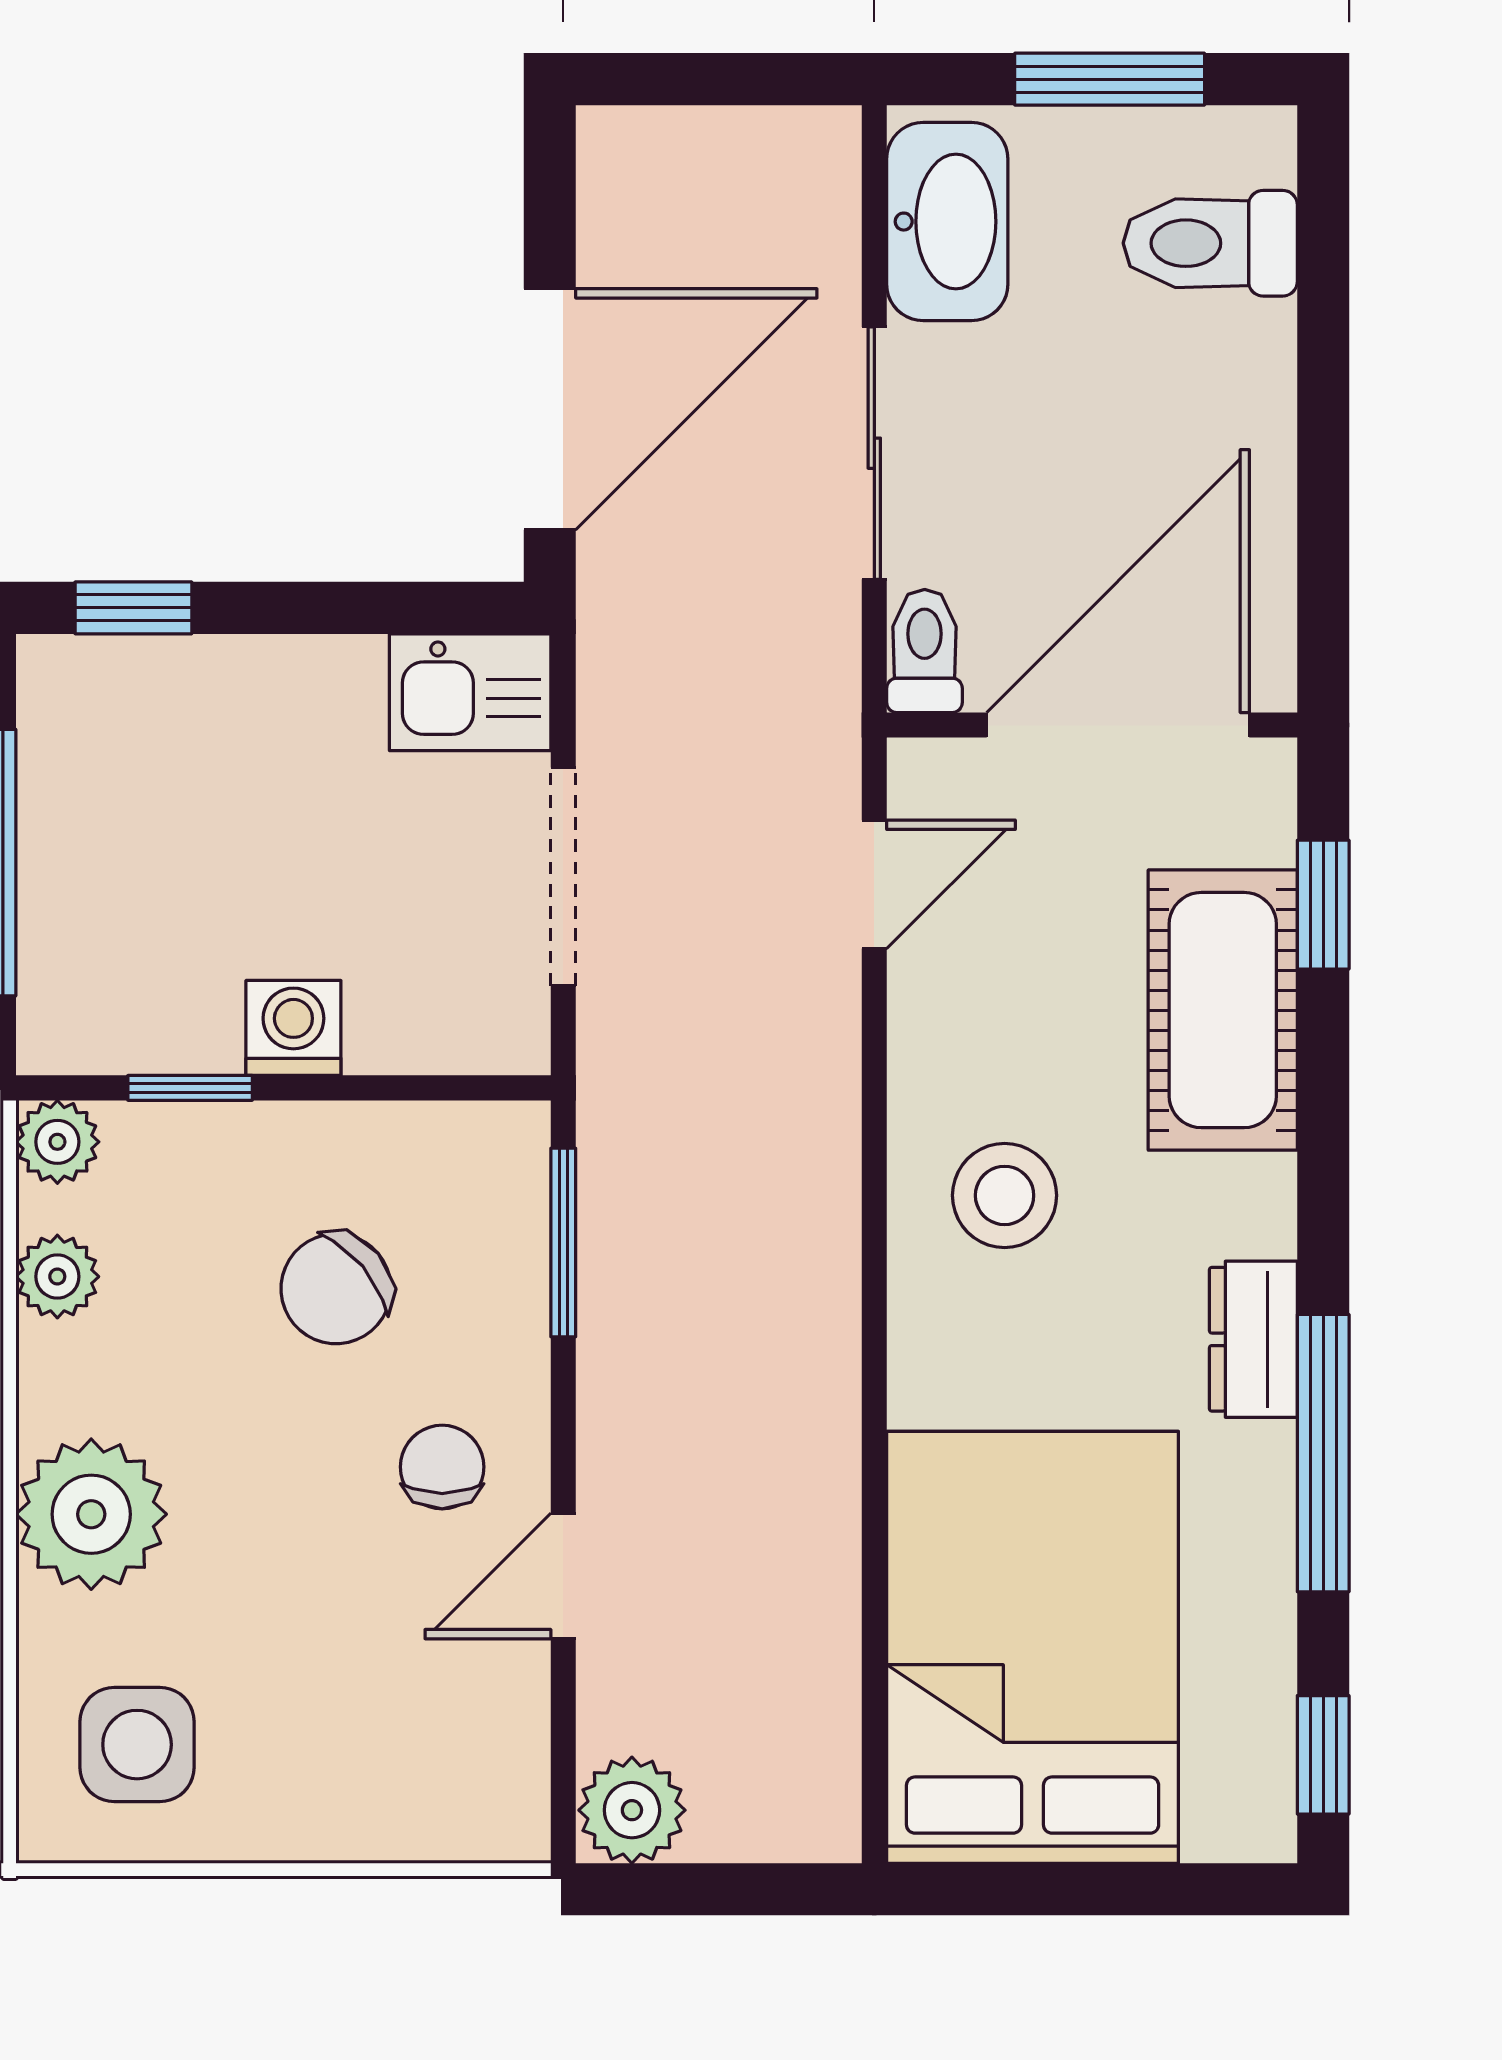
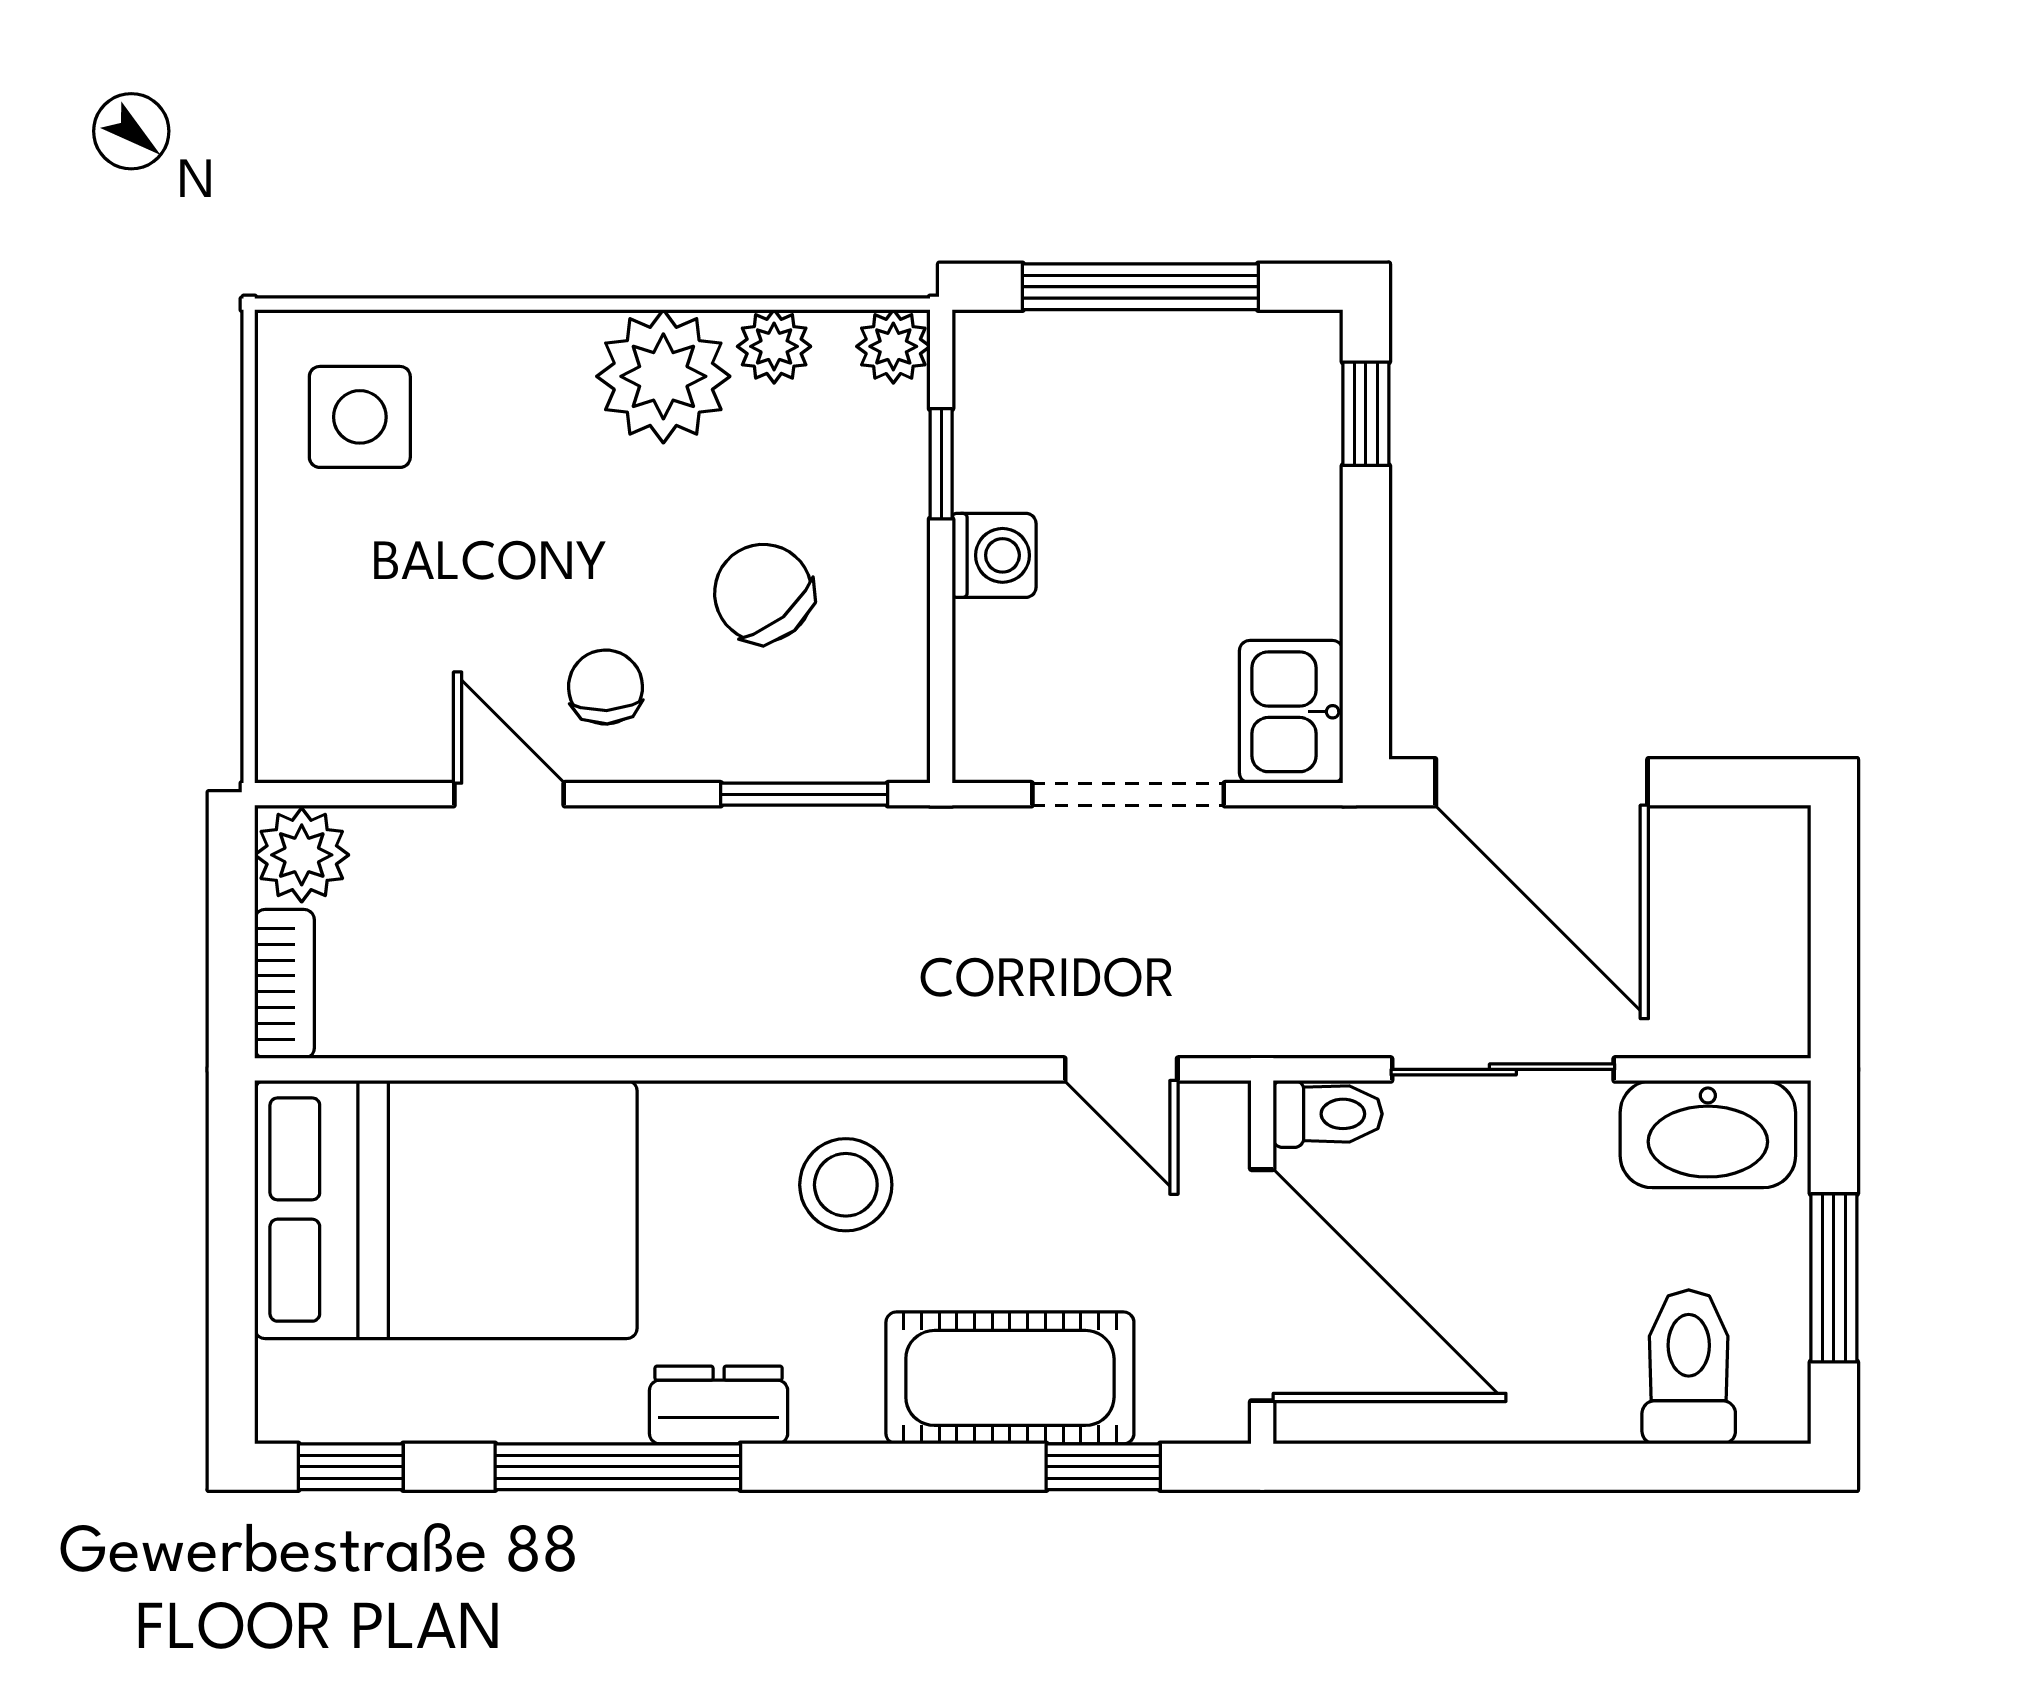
chair: (442, 1467) -> (605, 687), turned -93
plant: (91, 1514) -> (663, 376), moved
bookcase: (778, 1830) -> (284, 984), added

